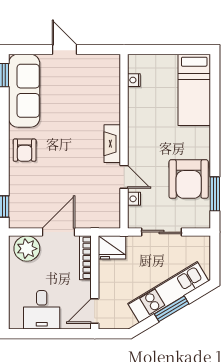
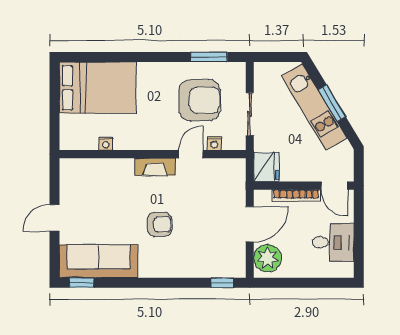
nightstand: (134, 80) -> (106, 144), moved
bed: (194, 90) -> (98, 88), width x1.50
armchair: (25, 150) -> (160, 224), moved
armchair: (189, 179) -> (200, 100), moved
door: (59, 232) -> (250, 224), swing flipped
bookcase: (85, 258) -> (296, 196), moved

